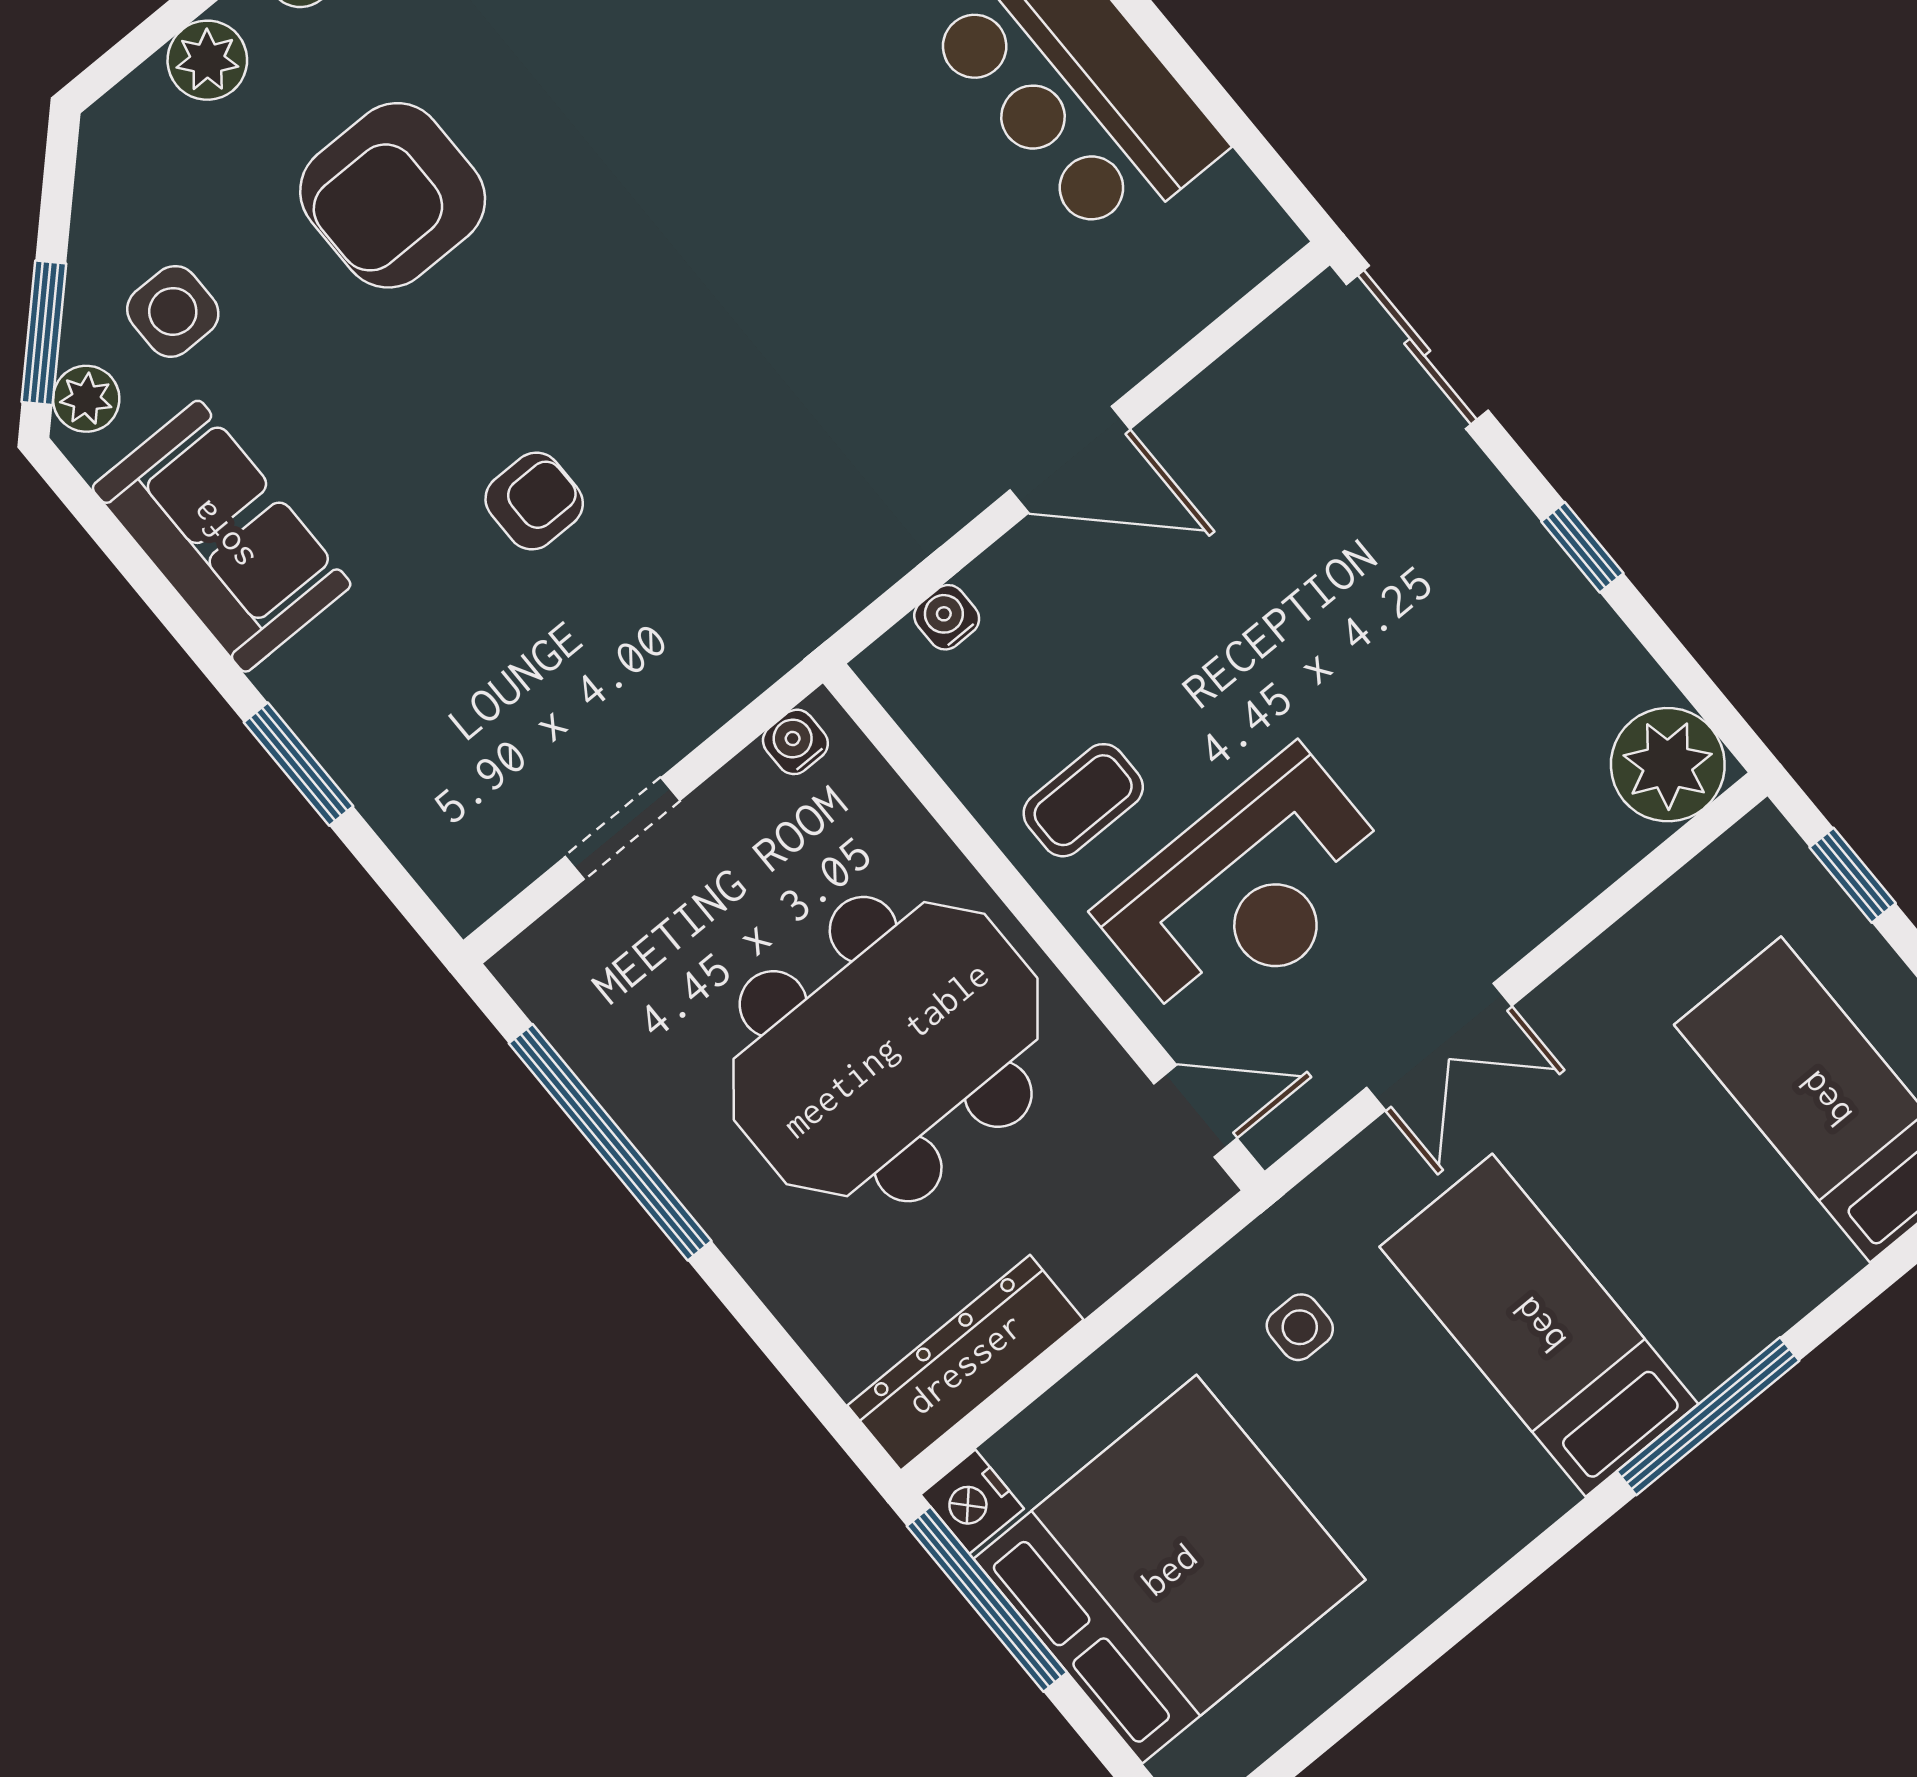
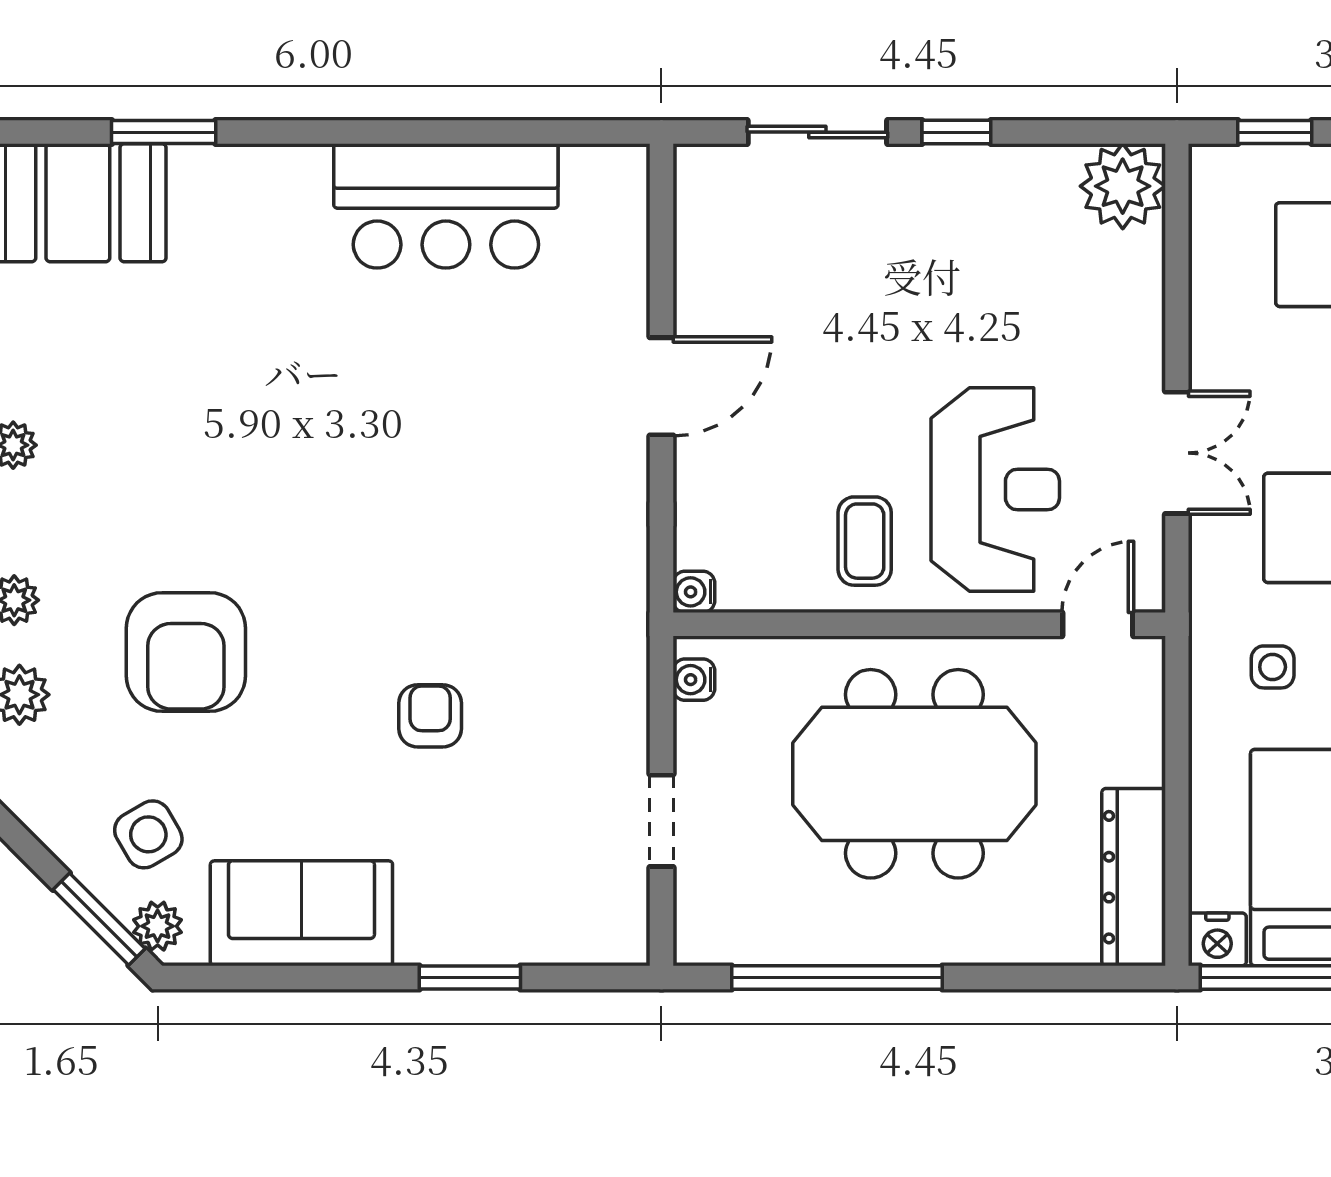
side table: (173, 311) -> (148, 834), turned -30
sliding door: (1417, 347) -> (817, 132), moved
water cooler: (947, 617) -> (694, 592), moved
meeting table: (886, 1049) -> (914, 774), turned 90

